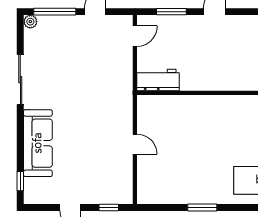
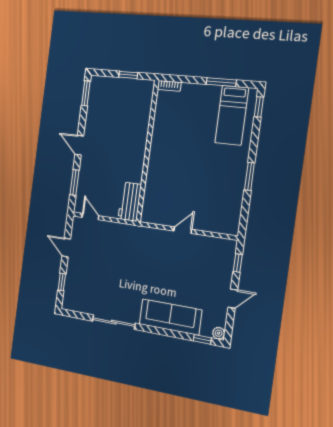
window: (55, 12) -> (62, 282), width x0.46
plant: (30, 22) -> (219, 333), moved

